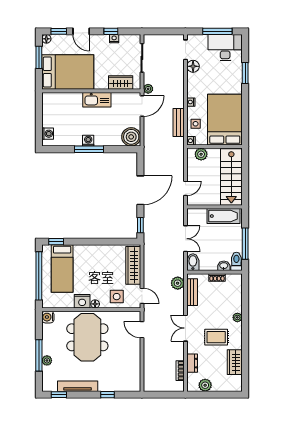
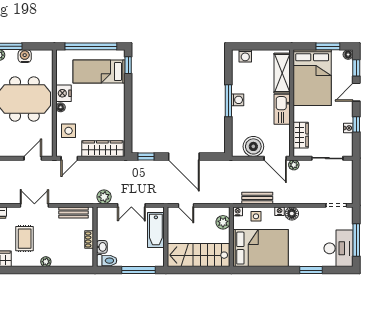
floor lamp: (193, 66) -> (292, 214), moved
shelving: (63, 100) -> (282, 73), added
boiler: (131, 137) -> (253, 146), moved
bathtub: (224, 216) -> (156, 230), moved
window: (245, 244) -> (139, 270), moved
bidet: (193, 262) -> (106, 213), removed
plant: (178, 283) -> (104, 197), moved
water cooler: (48, 317) -> (25, 56), moved

